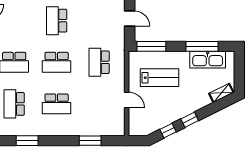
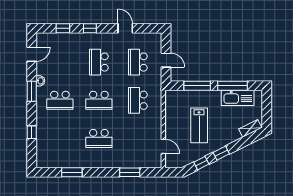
window: (151, 46) -> (197, 86), moved
lab bench: (159, 78) -> (199, 125), moved, turned 90
door: (127, 100) -> (163, 146), moved
school desk: (14, 104) -> (138, 62), moved

